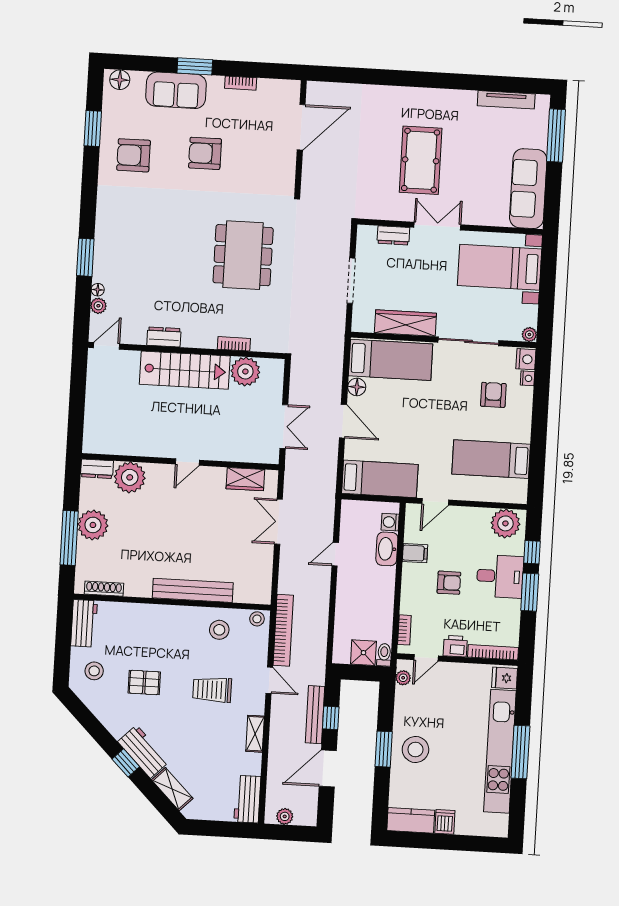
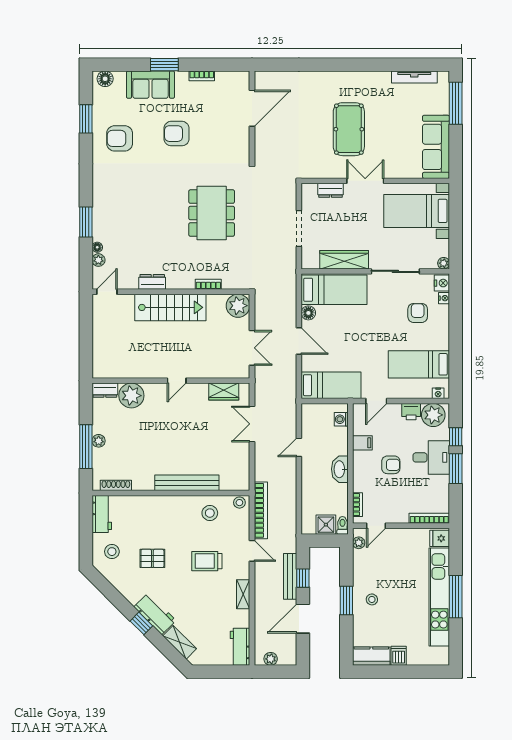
plant: (245, 371) -> (238, 306), moved
nightstand: (513, 497) -> (438, 393), added
plant: (93, 525) -> (99, 441), width x0.53, depth x0.53
washbasin: (387, 549) -> (340, 469), moved
printer: (455, 646) -> (411, 412), moved, turned 180
stool: (415, 749) -> (372, 599), width x0.53, depth x0.53

